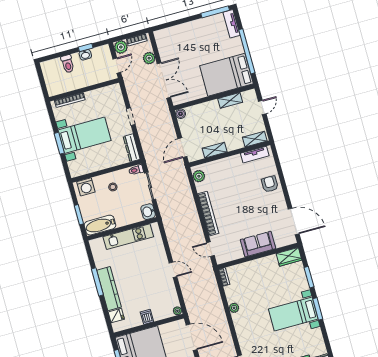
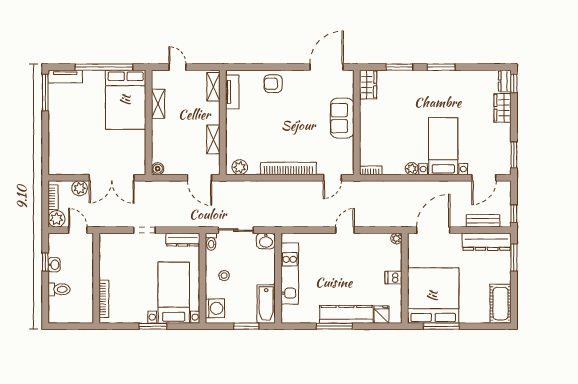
double door: (164, 81) -> (112, 178), swing flipped
bed with nightstands: (85, 135) -> (174, 293), moved
bed with nightstands: (293, 314) -> (443, 146), moved, turned 180

